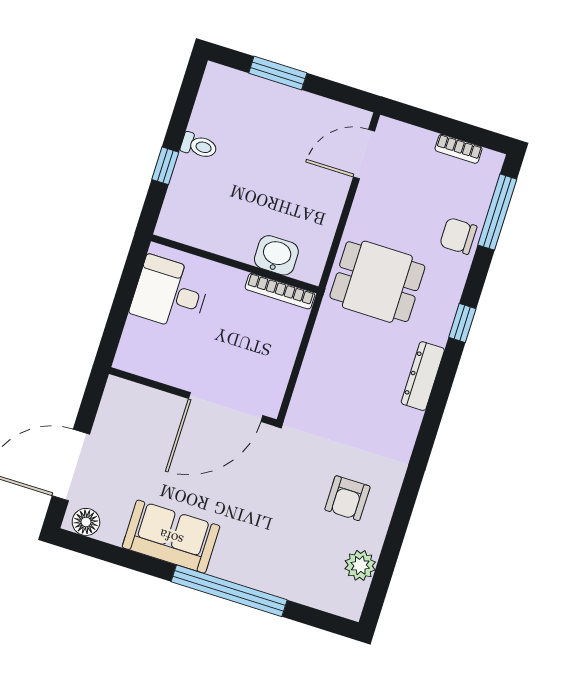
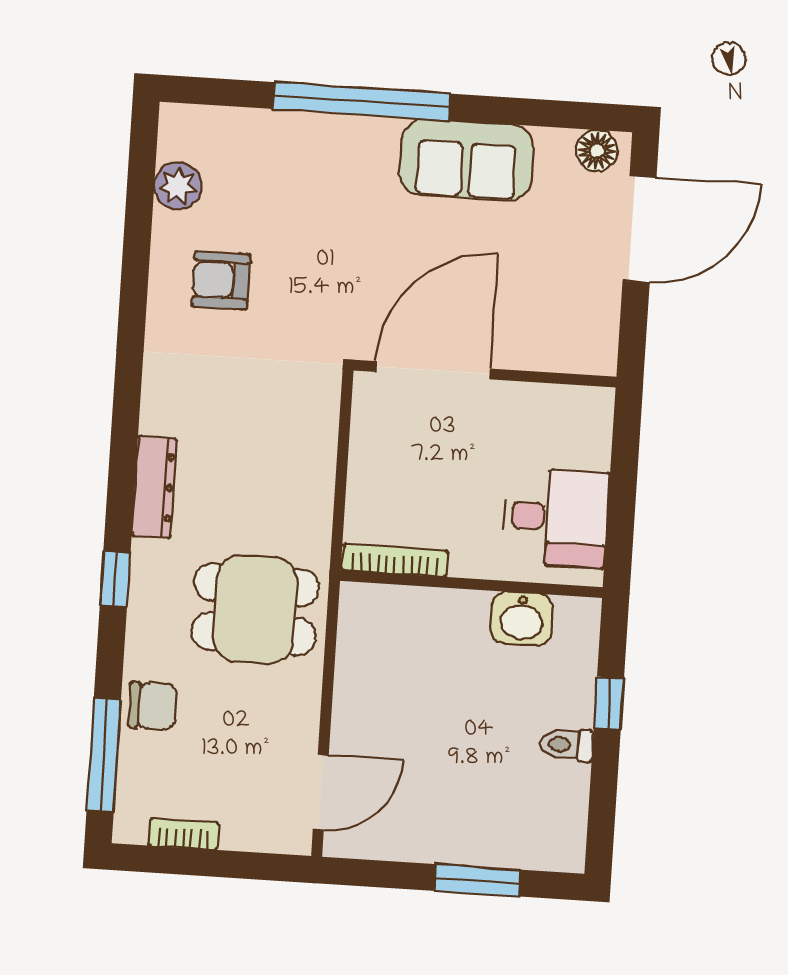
washbasin: (276, 255) -> (522, 619), moved
armchair: (347, 498) -> (221, 280), turned -90

